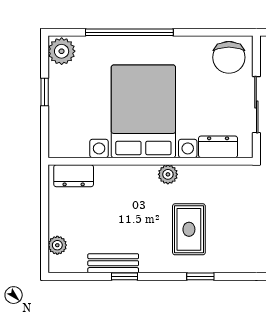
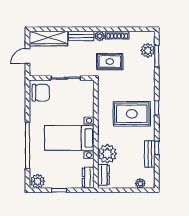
bed with nightstands: (143, 111) -> (69, 138), width x0.73
dresser: (218, 147) -> (88, 177), moved
plant: (168, 174) -> (107, 154), moved, width x1.87, depth x1.87
rug: (189, 229) -> (132, 114), width x1.36, depth x1.43

